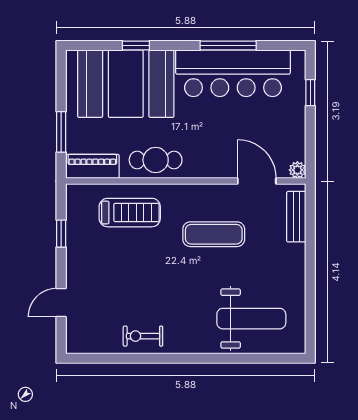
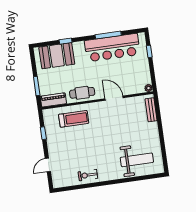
booth: (126, 84) -> (57, 56), width x0.73, depth x0.70
door: (257, 181) -> (114, 98), moved
exercise mat: (214, 234) -> (114, 123), removed

